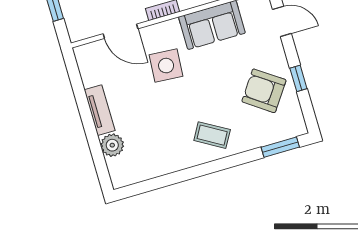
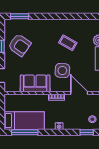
coffee table: (212, 135) -> (68, 43), moved

